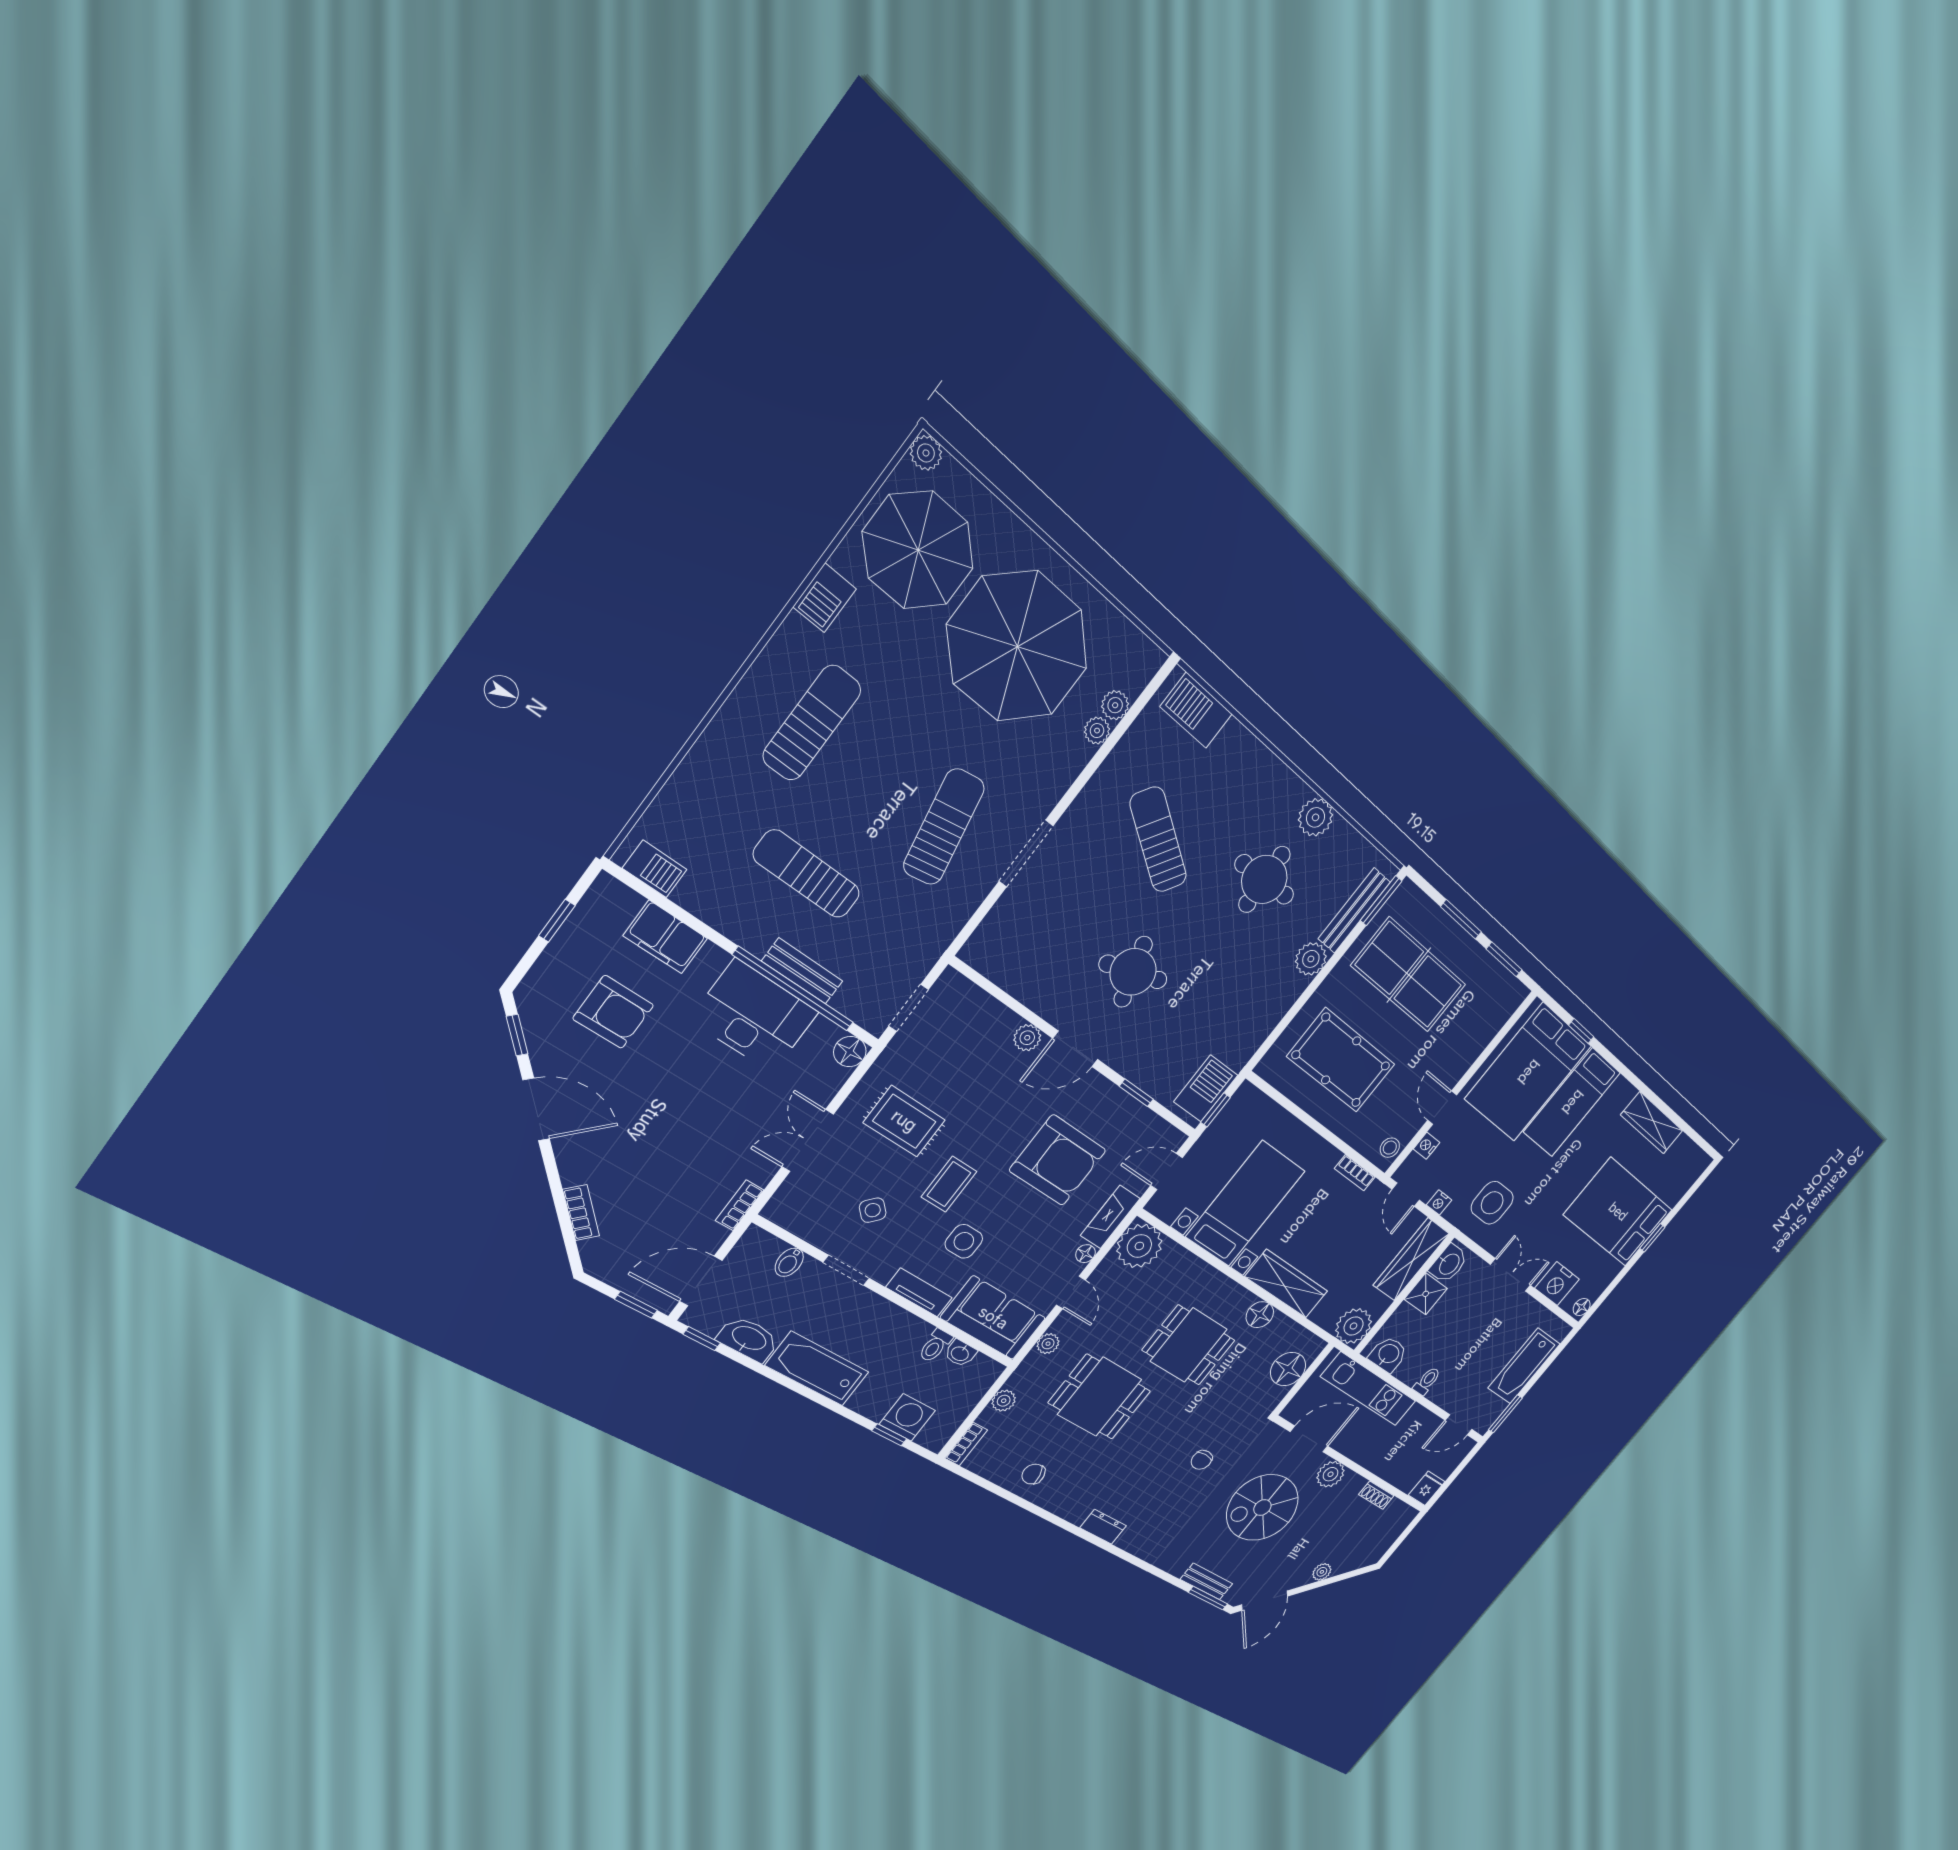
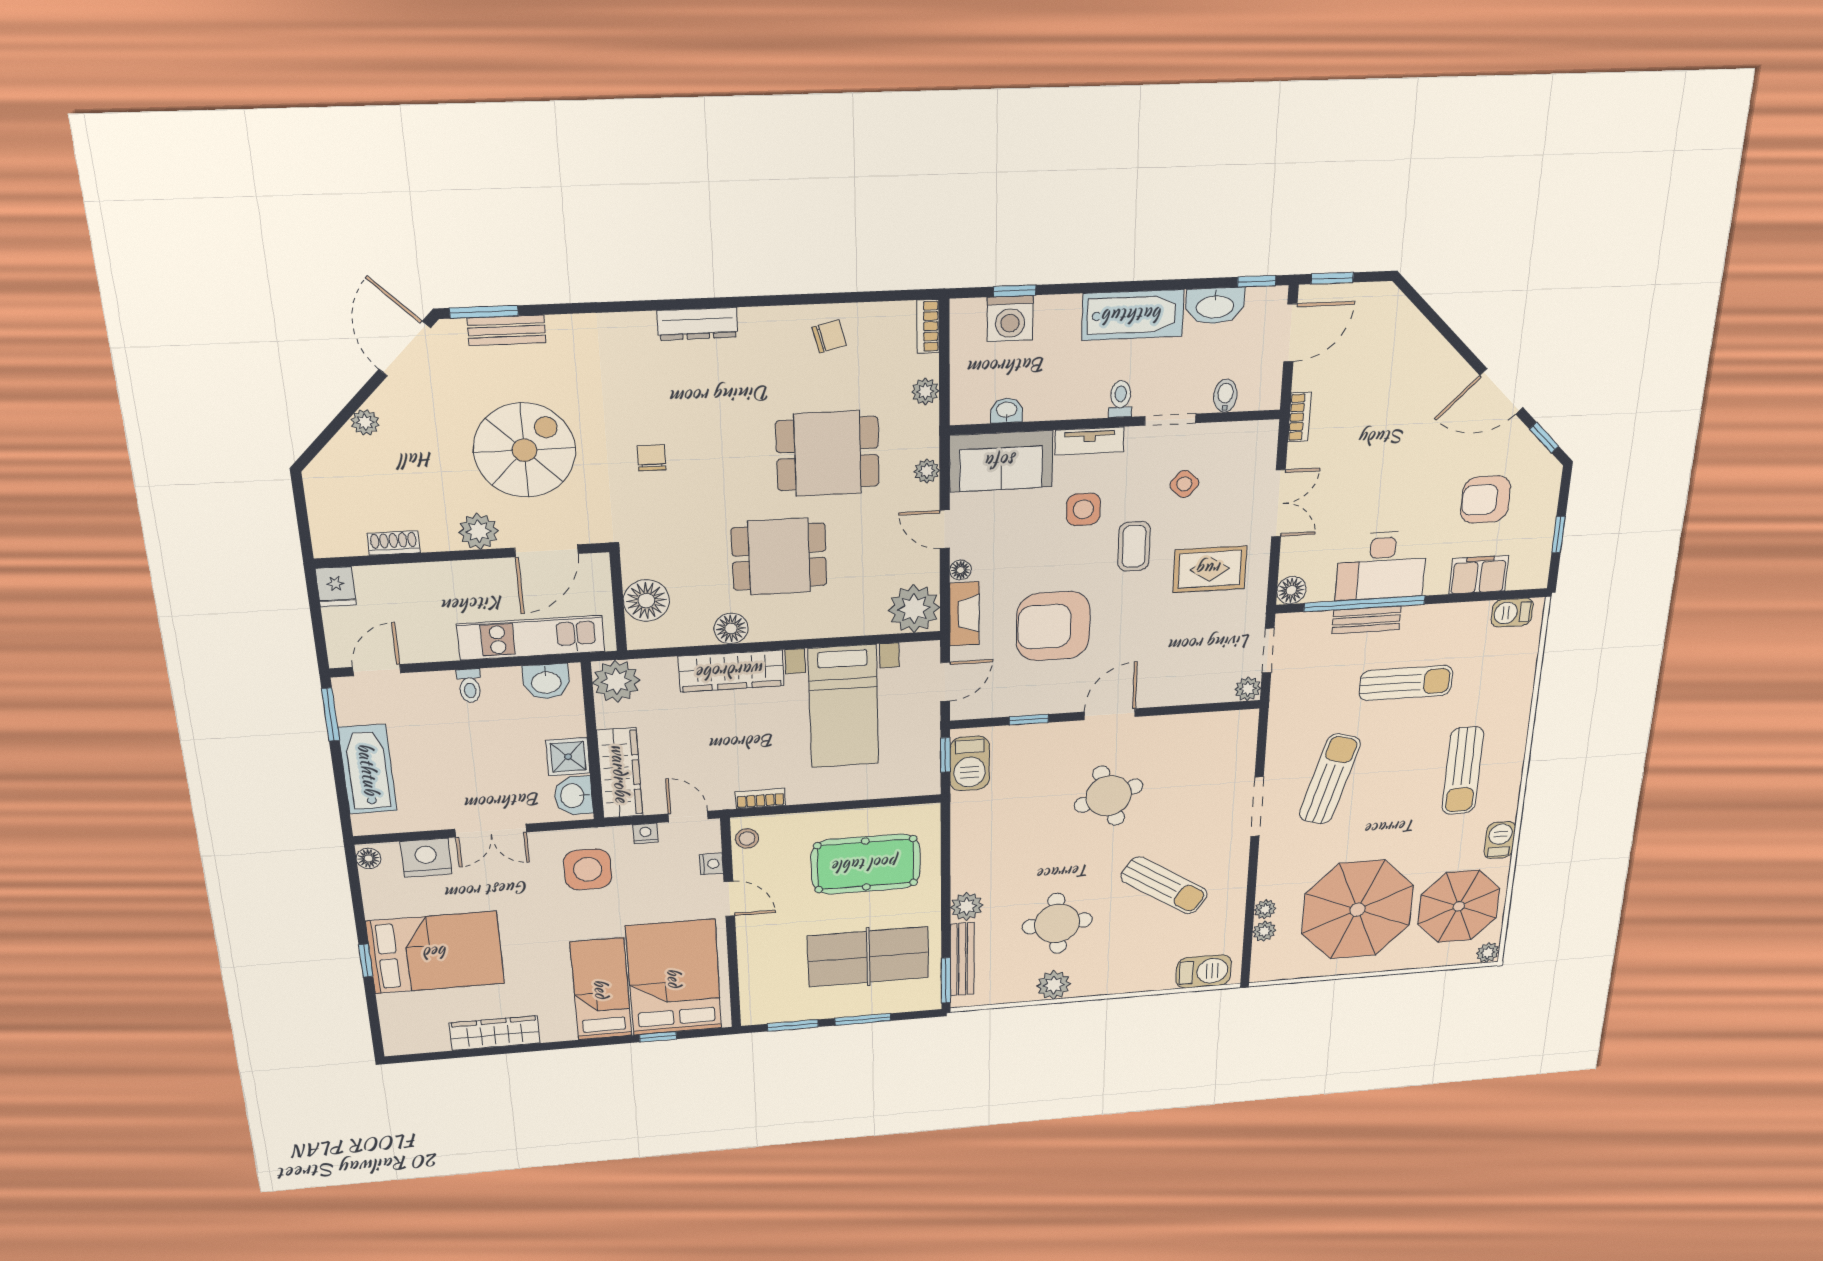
sun lounger: (944, 827) -> (1330, 779), turned -153
plant: (1027, 1038) -> (1248, 689), moved
bookcase: (581, 1213) -> (1423, 331), removed
toilet: (935, 1346) -> (1120, 399), moved
dresser: (1103, 1527) -> (698, 324), width x1.44

